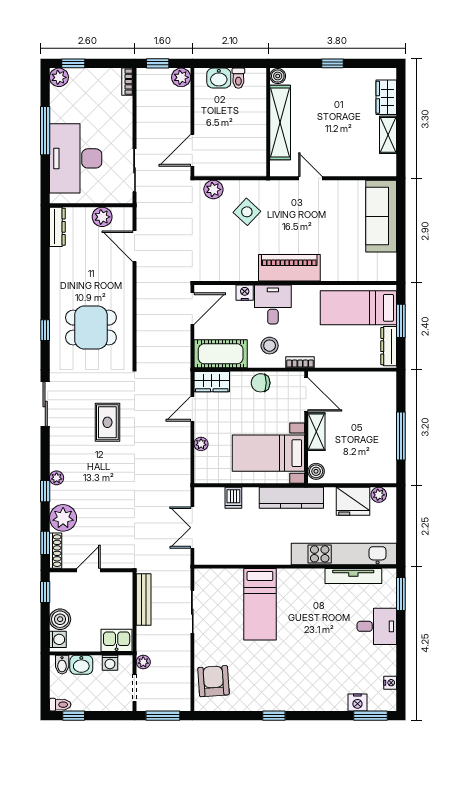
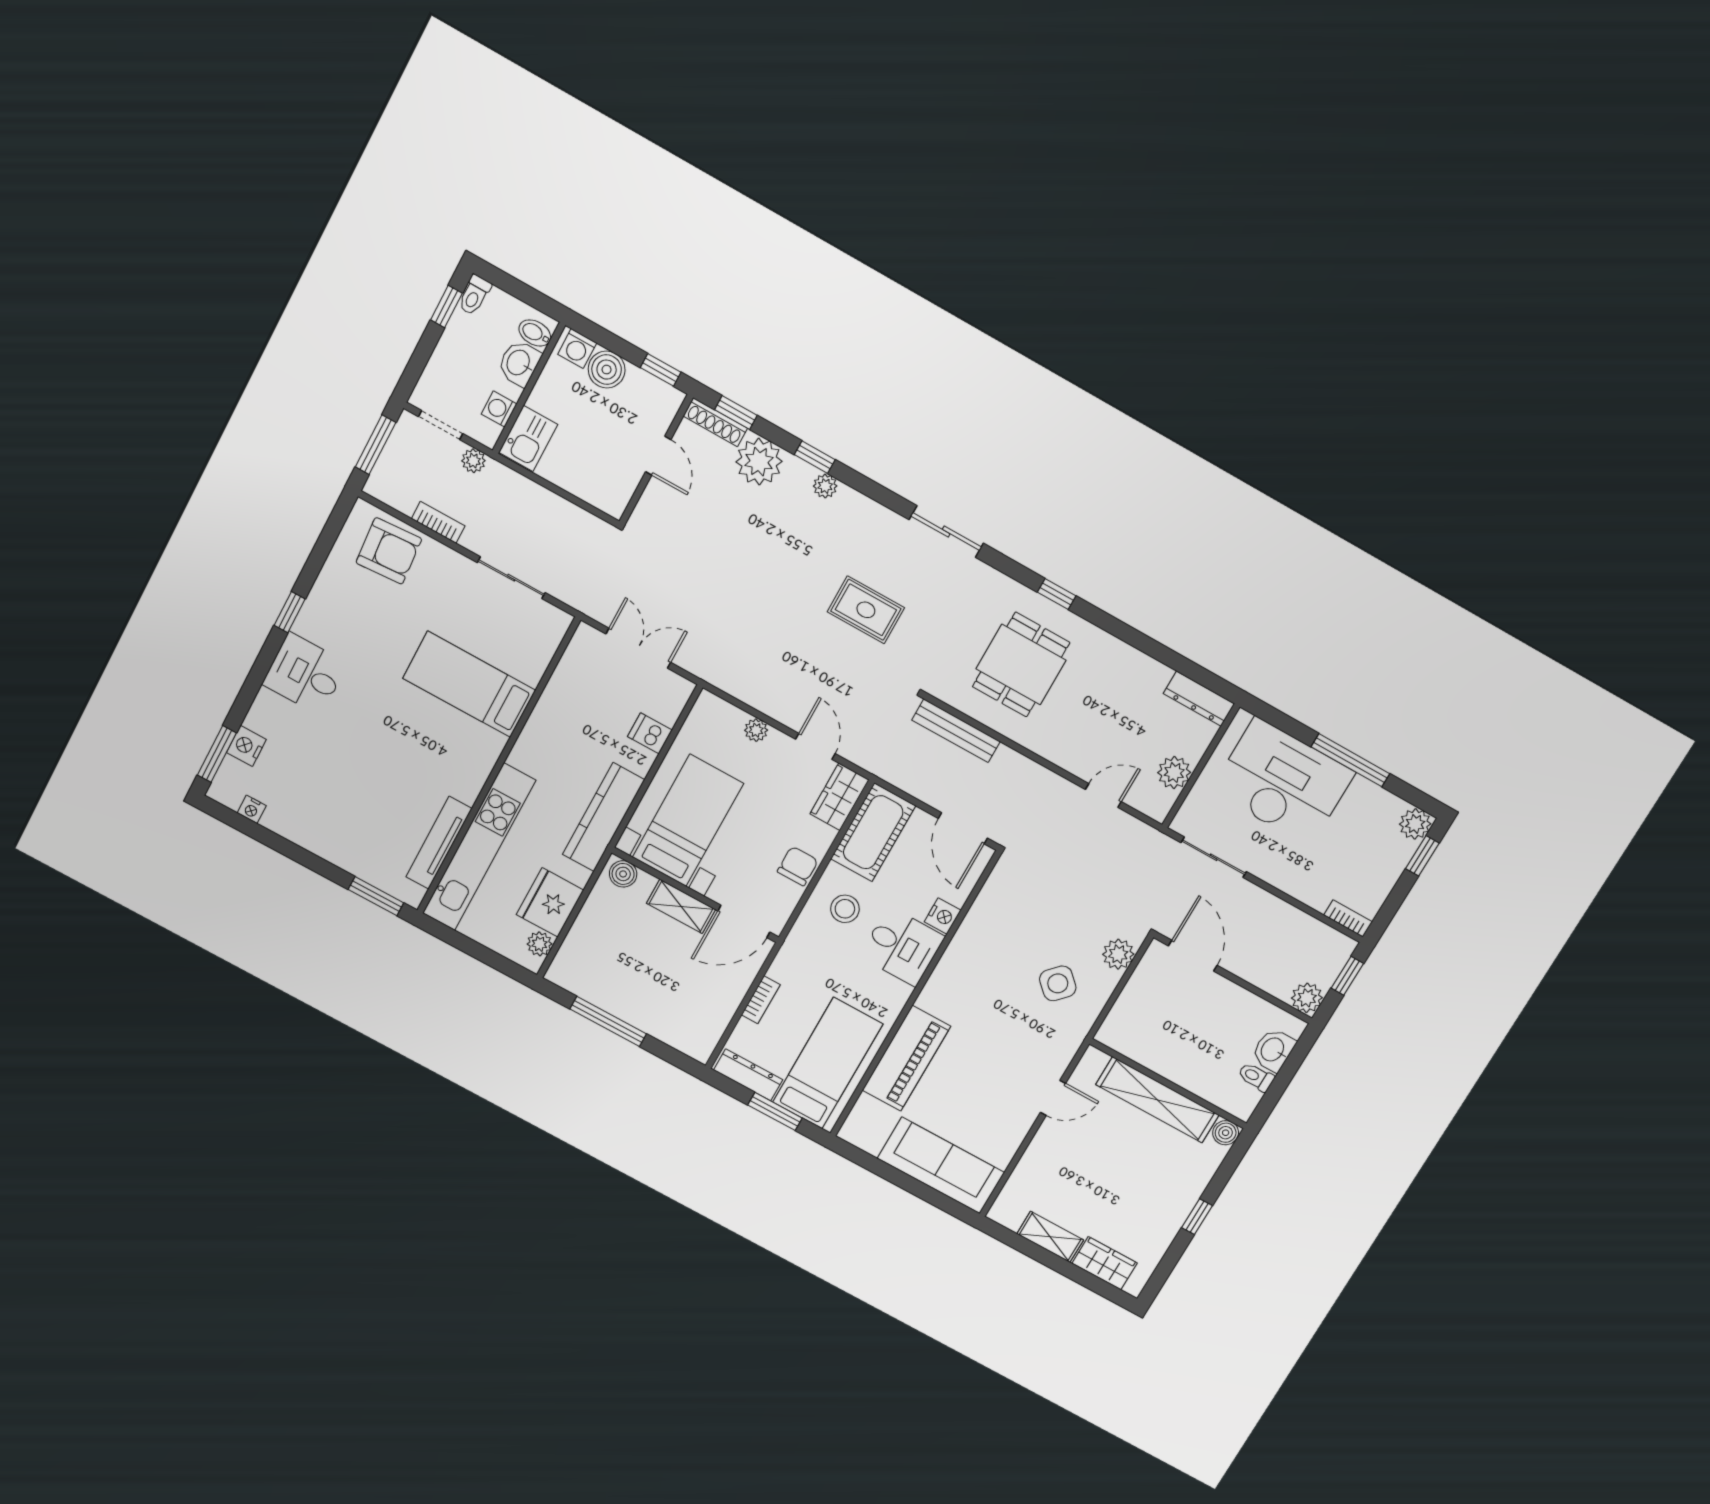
door: (135, 246) -> (1103, 796), width x0.73
piano: (289, 268) -> (906, 1058), moved
bookcase: (300, 362) -> (761, 1000), moved
bench: (144, 600) -> (956, 731), moved
desk: (377, 626) -> (305, 674), moved, turned 90
bookcase: (185, 664) -> (438, 522), added

